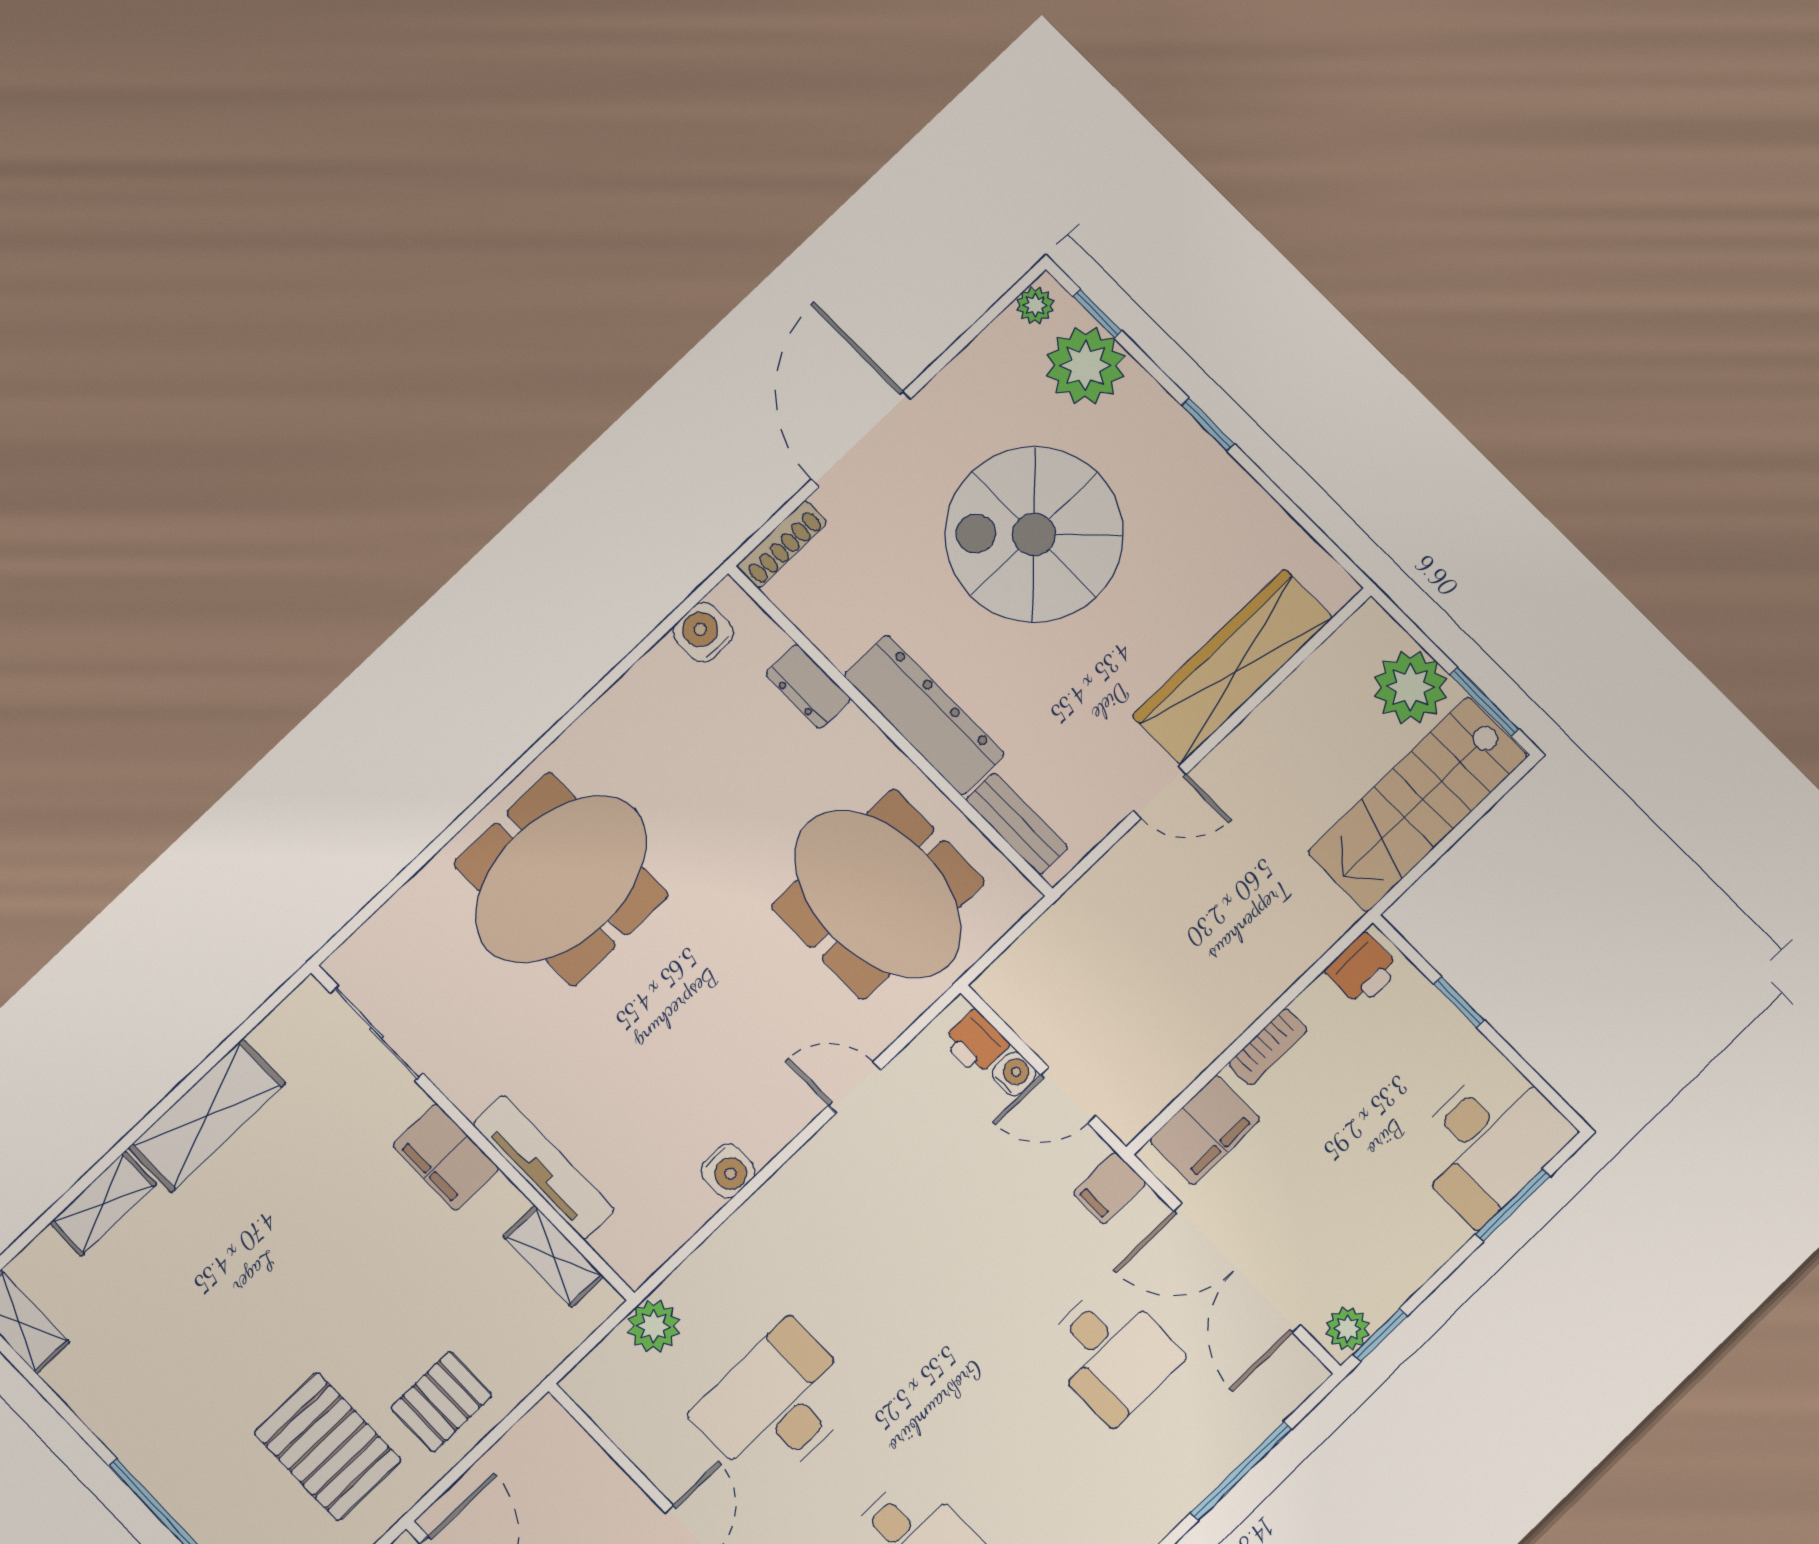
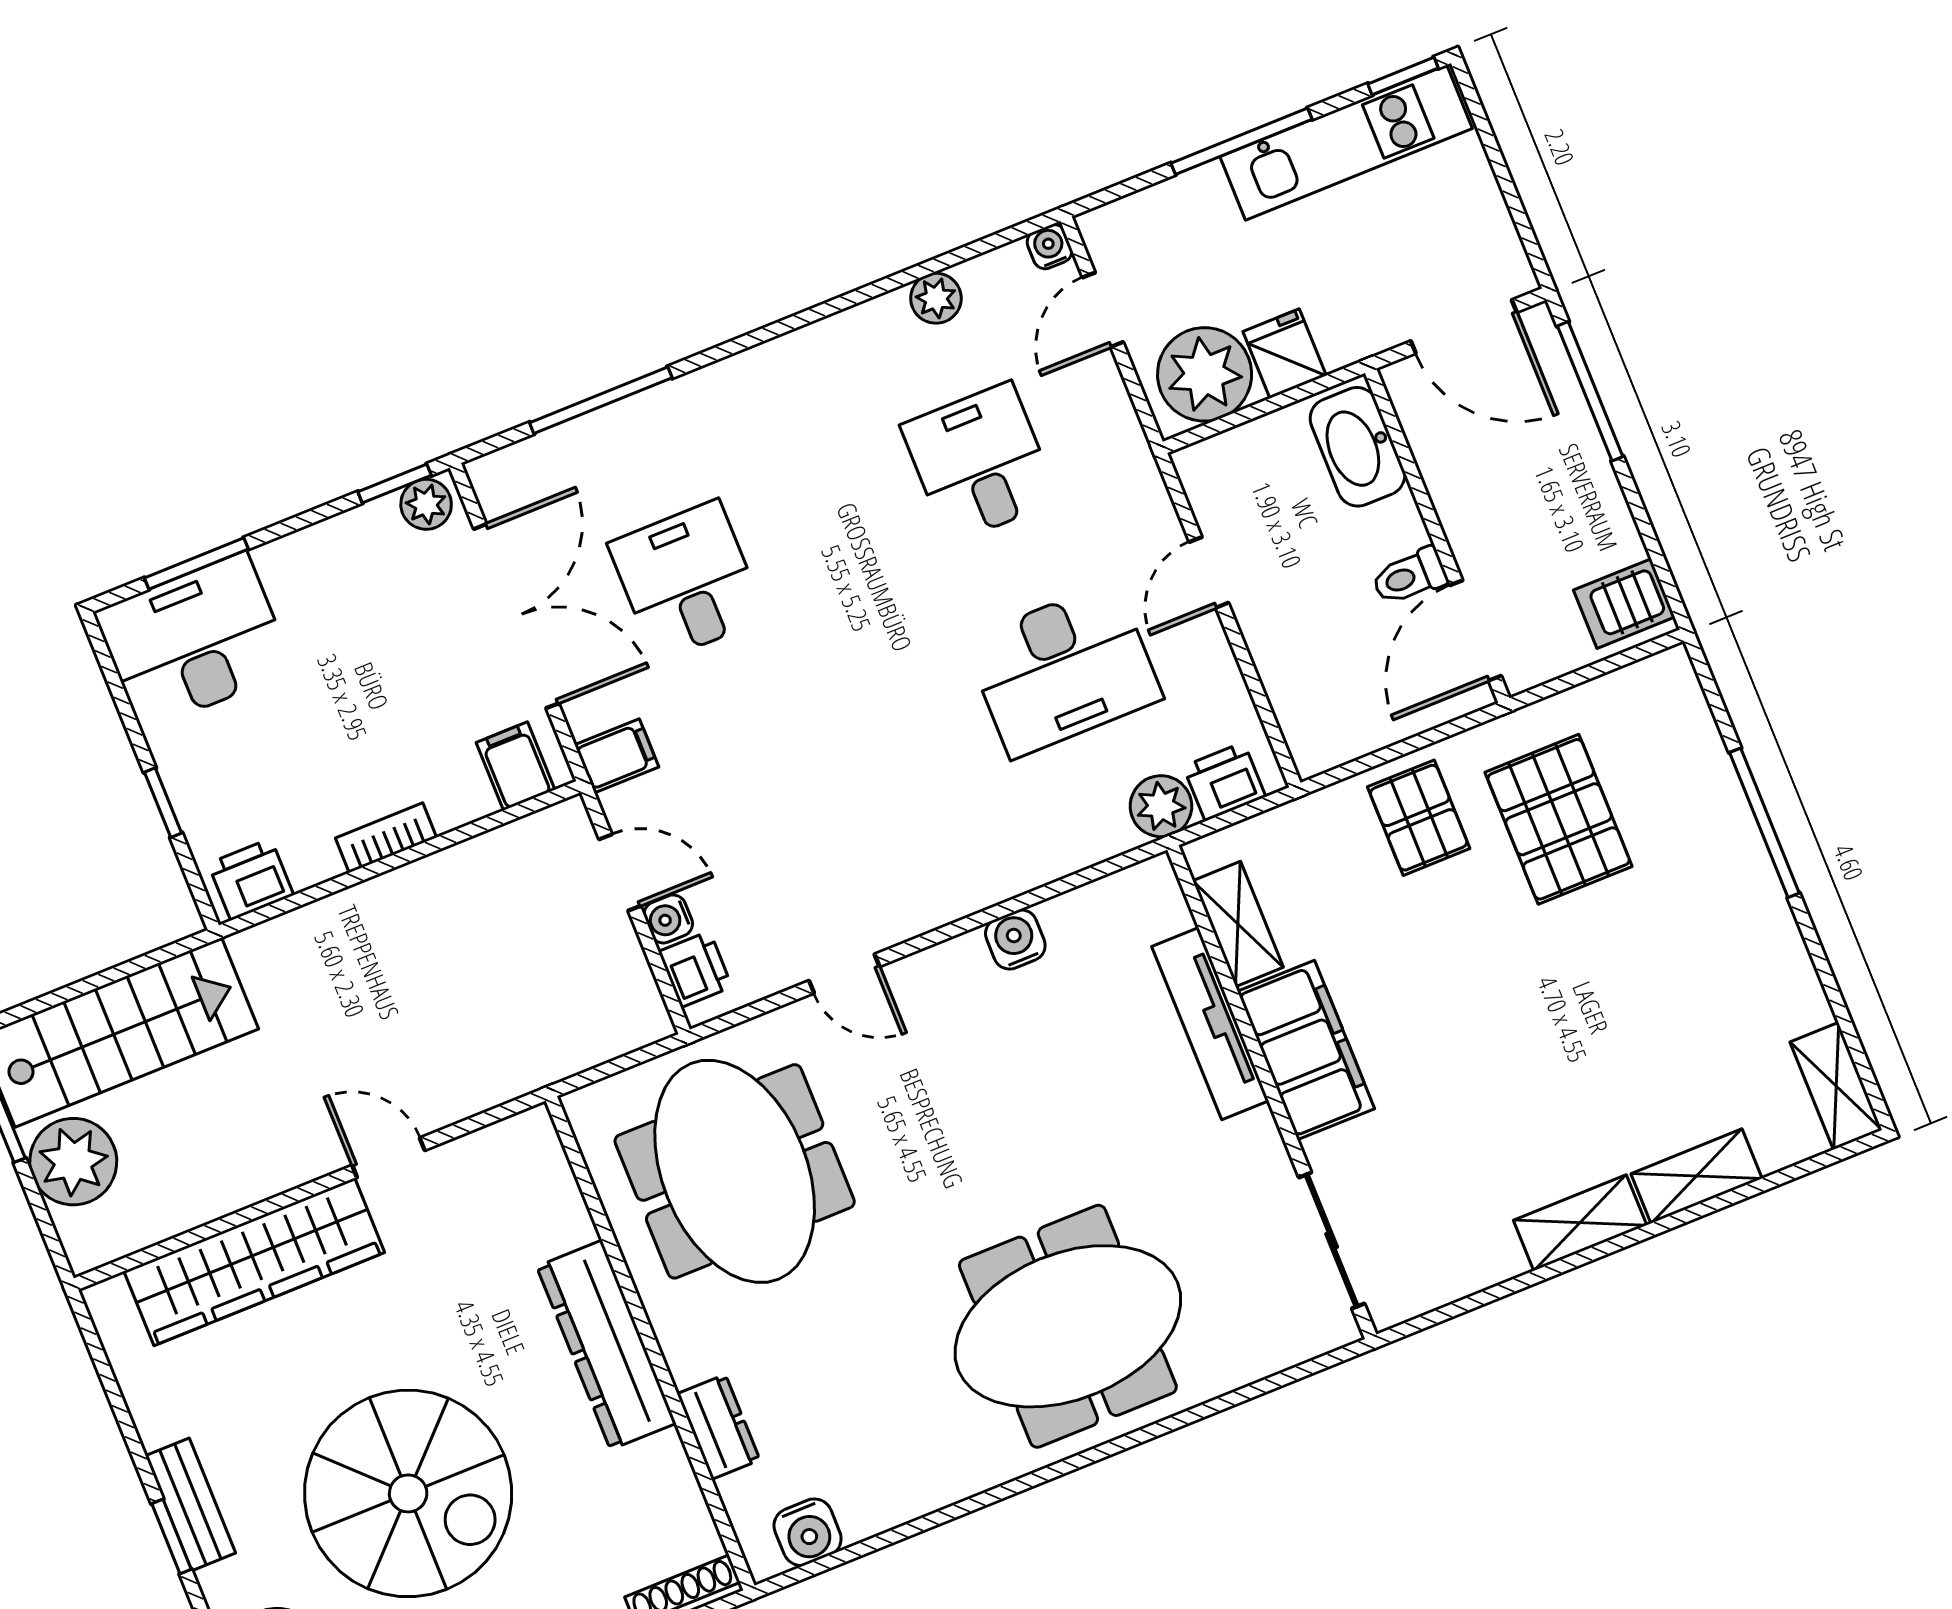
bench: (1017, 823) -> (190, 1504), moved
shelving: (207, 1116) -> (1580, 1223), width x0.67, depth x0.75
filing cabinet: (1205, 1130) -> (516, 766), width x0.50
filing cabinet: (446, 1157) -> (1306, 1050), width x1.50, depth x1.17
printer: (610, 1367) -> (1224, 782), added
pallet: (441, 1402) -> (1419, 818), turned 90

